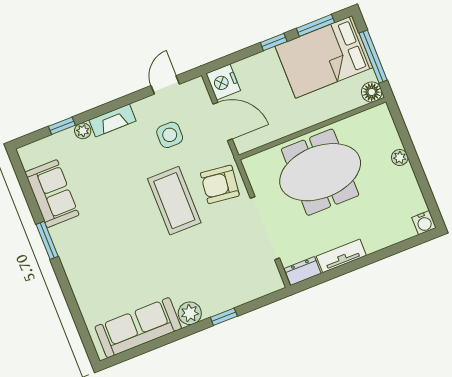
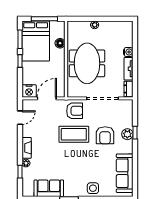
door: (165, 85) -> (20, 118), swing flipped
floor lamp: (372, 92) -> (60, 43), moved
side table: (170, 135) -> (93, 188), moved
armchair: (220, 184) -> (75, 111), turned -97
water cooler: (424, 223) -> (128, 52), moved
armchair: (196, 261) -> (105, 135), added
plant: (190, 313) -> (127, 134), moved

